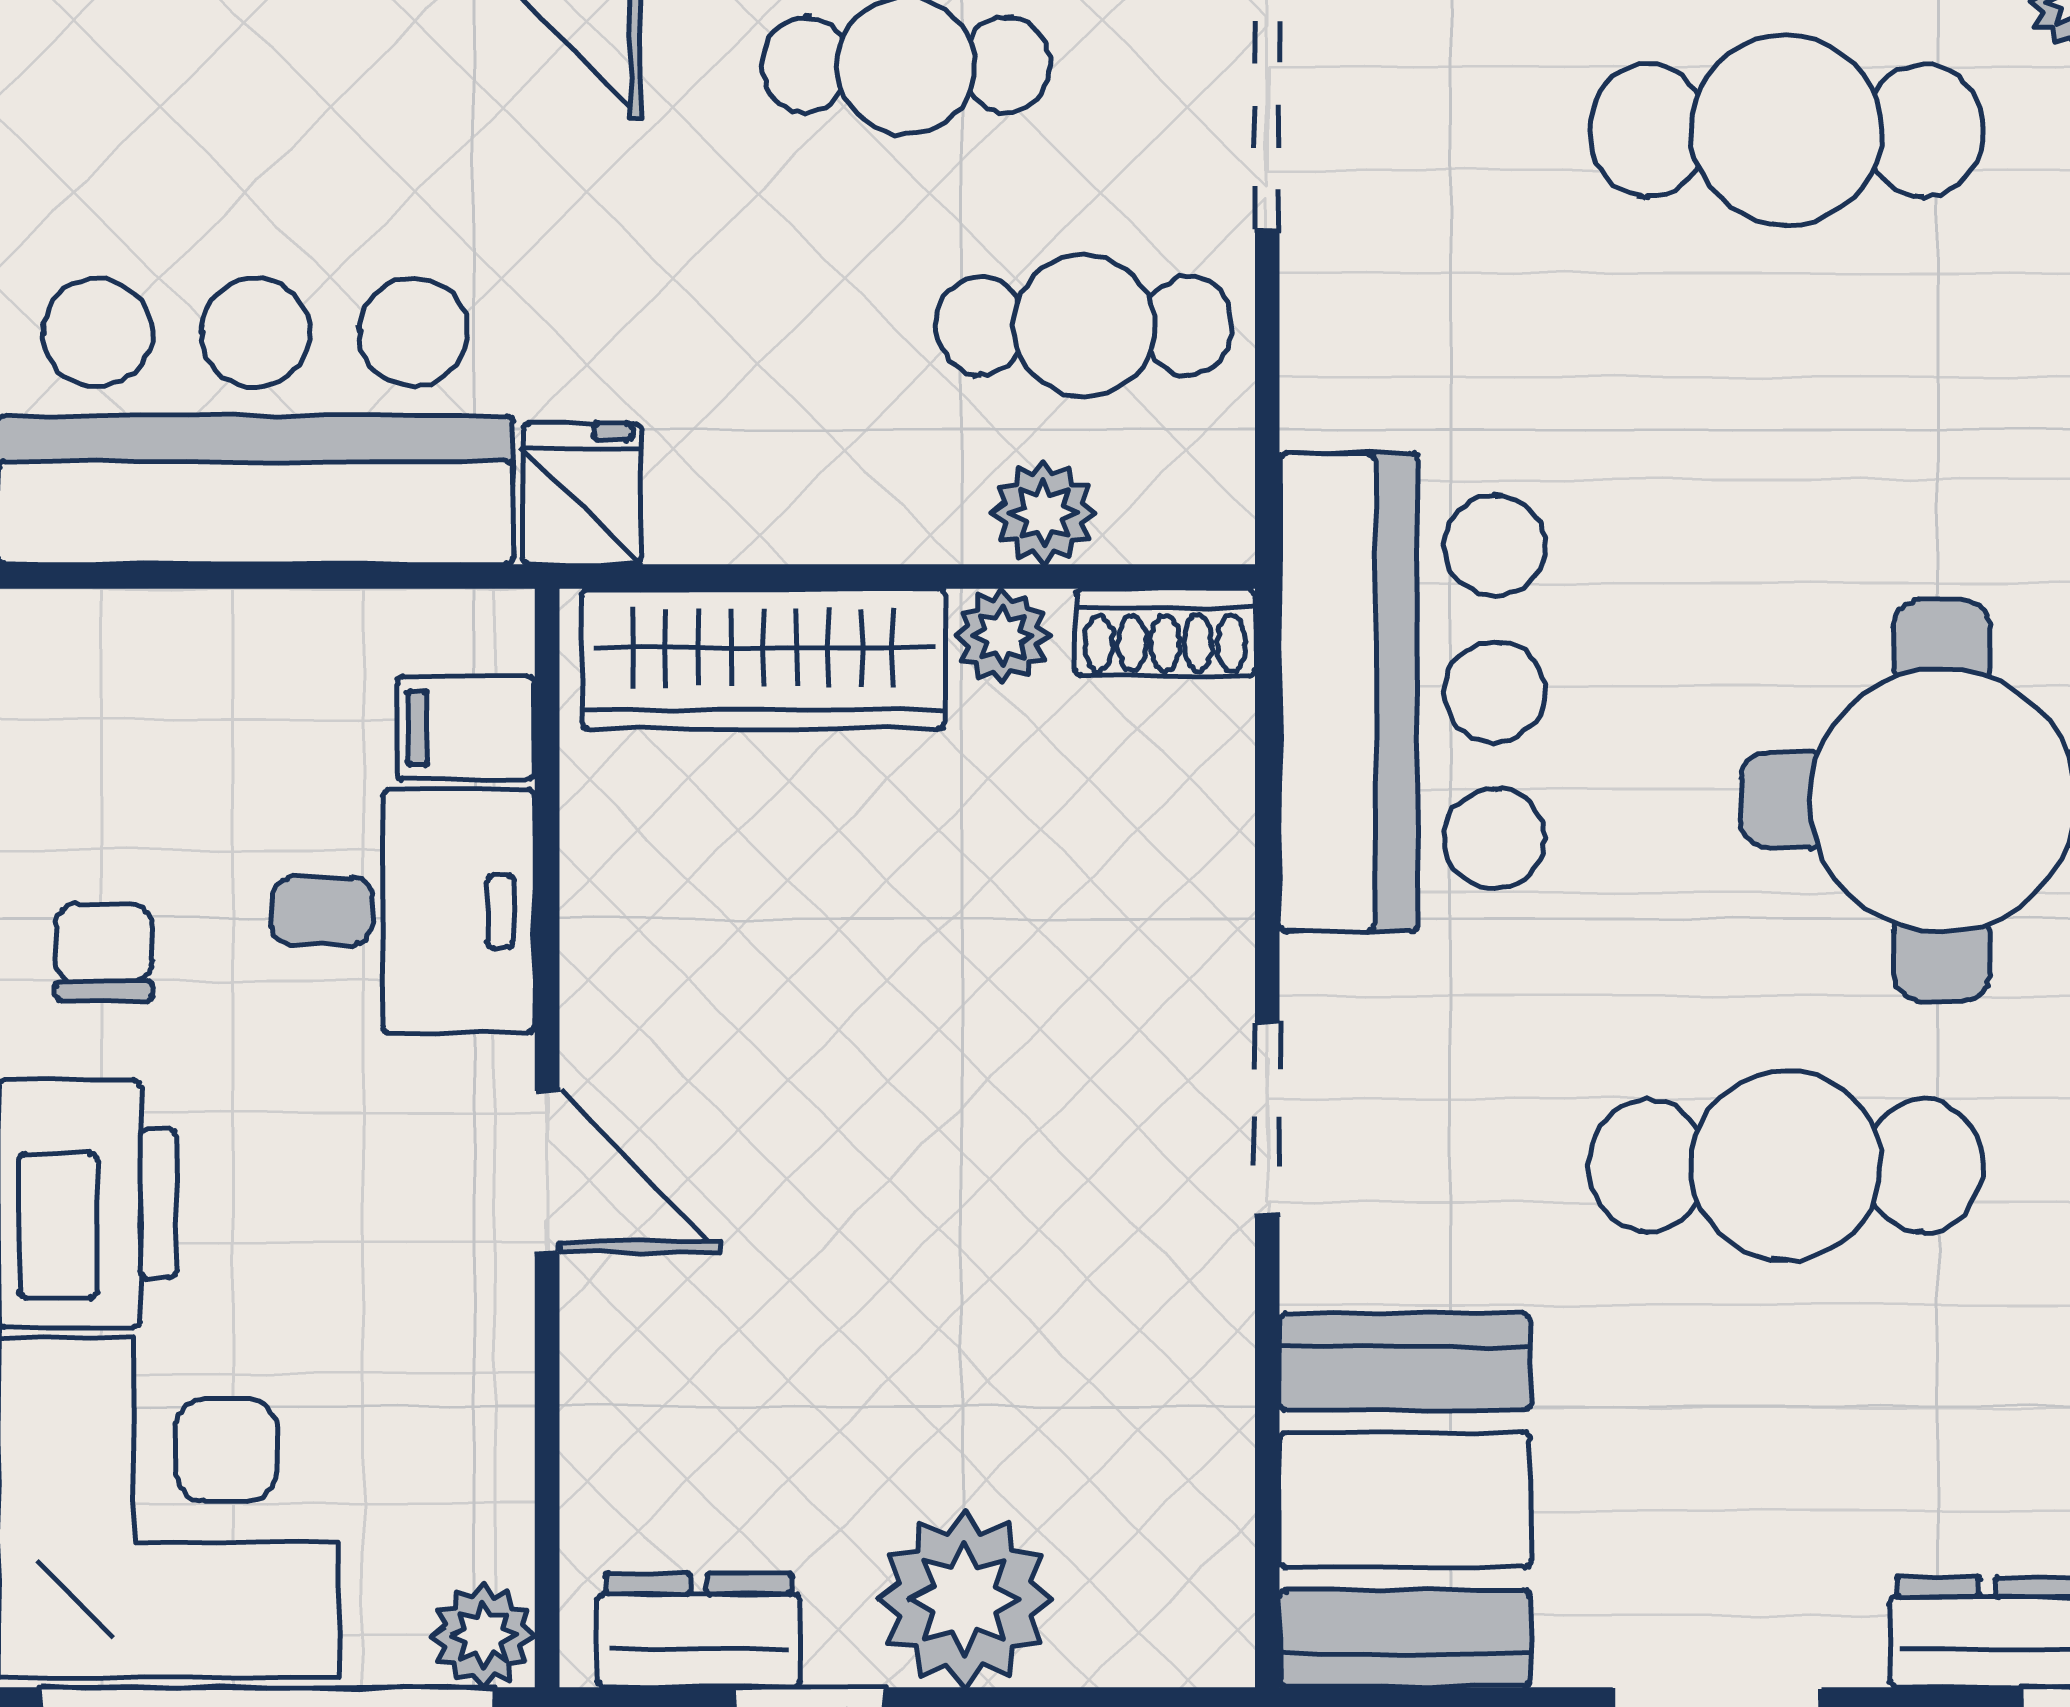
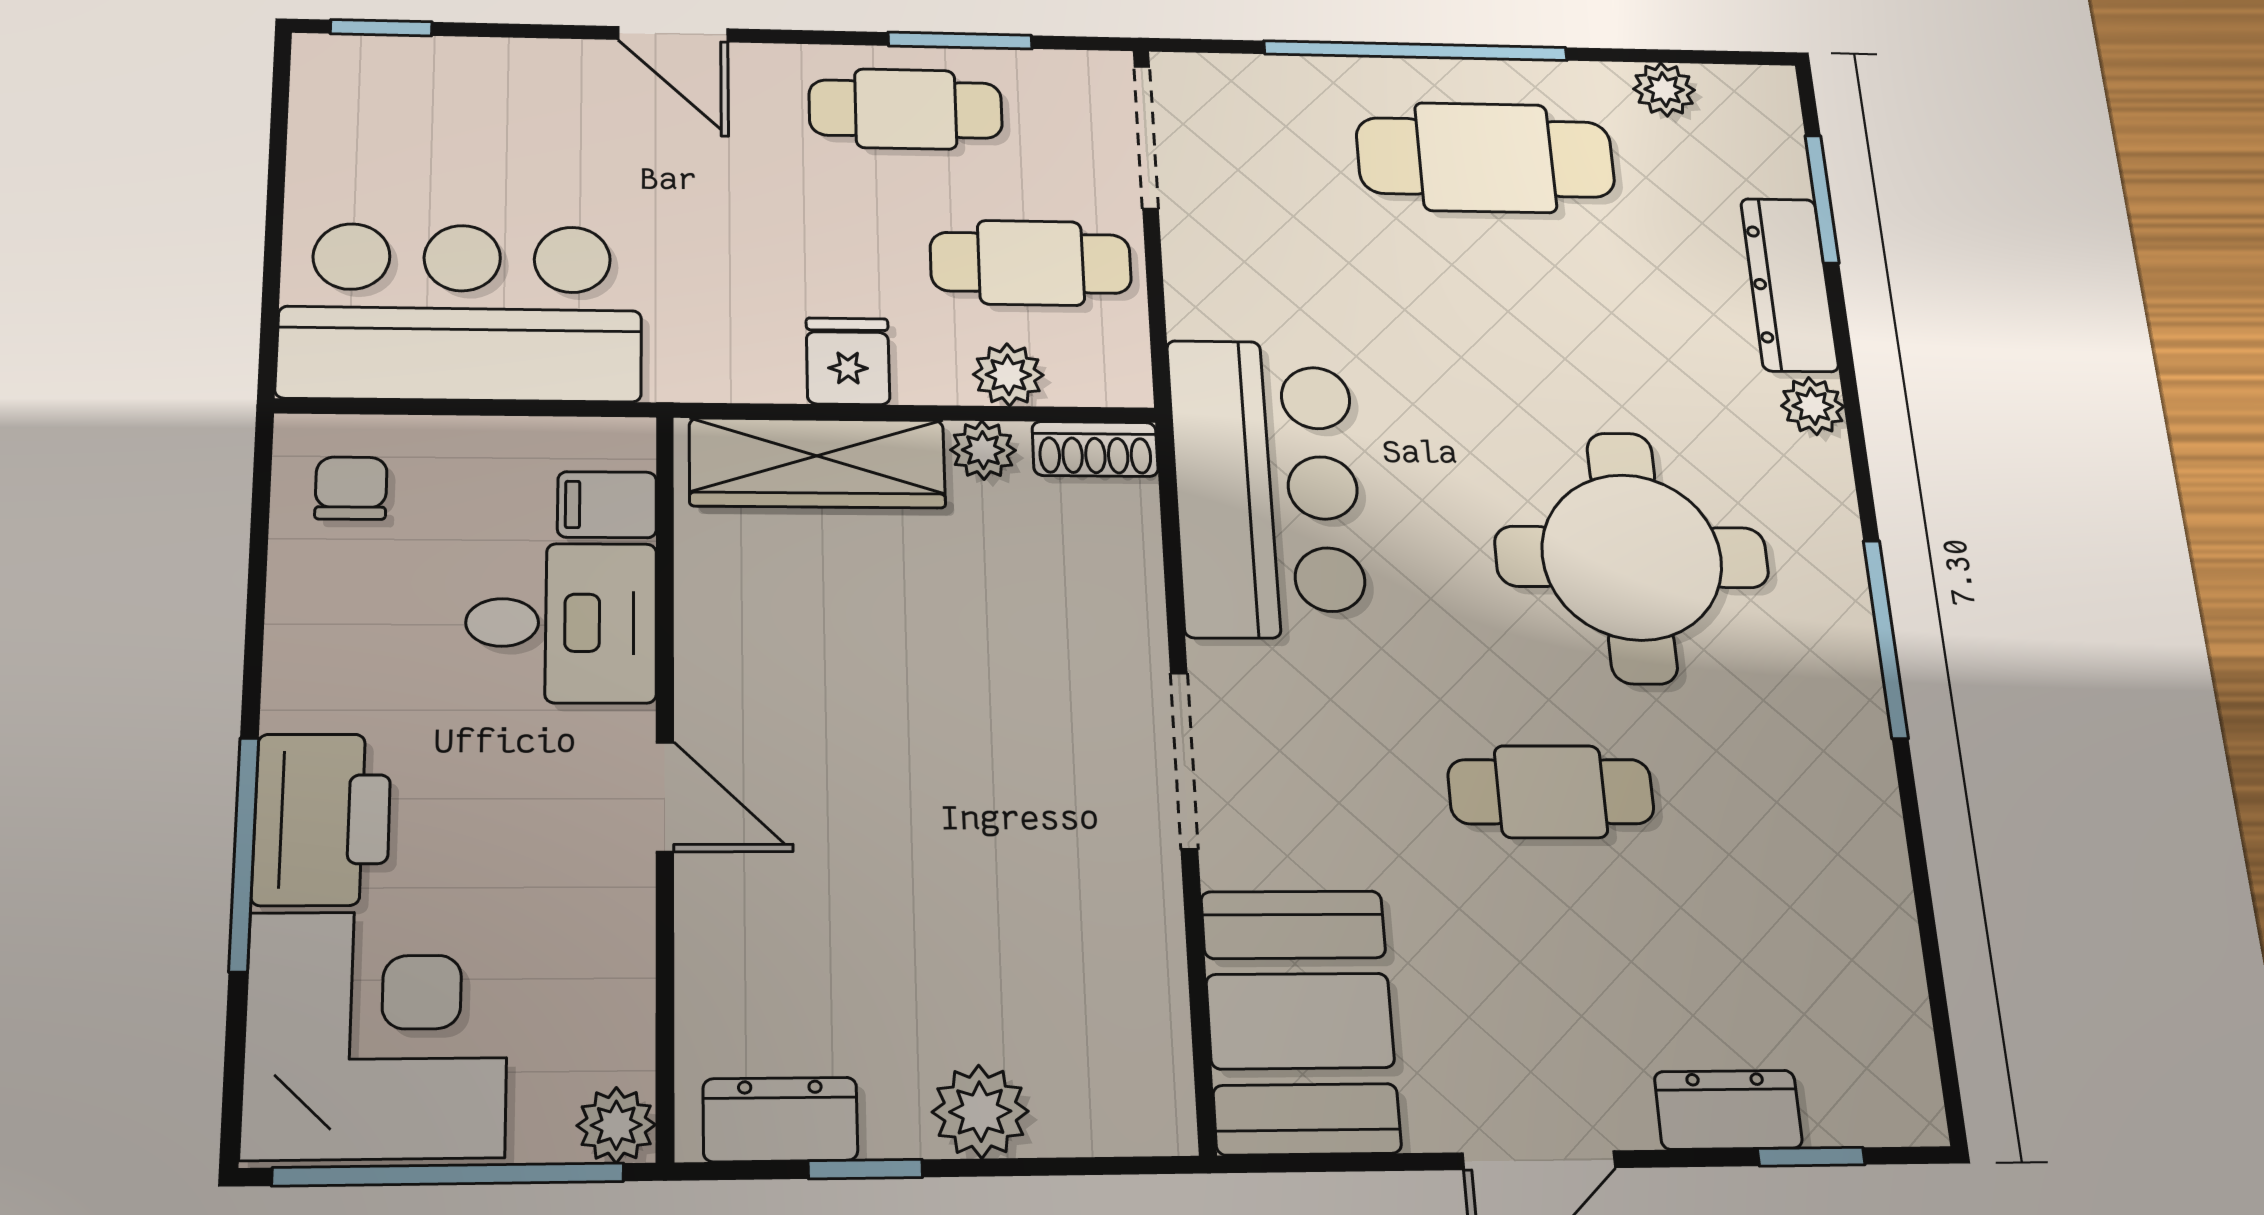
fridge: (582, 494) -> (848, 361), moved
chair: (104, 952) -> (351, 488), moved
doorway: (1267, 1118) -> (1184, 761), width x1.38
cafe table: (1786, 1166) -> (1551, 792), width x0.73, depth x0.74
plant: (964, 1599) -> (980, 1112), width x0.73, depth x0.73

